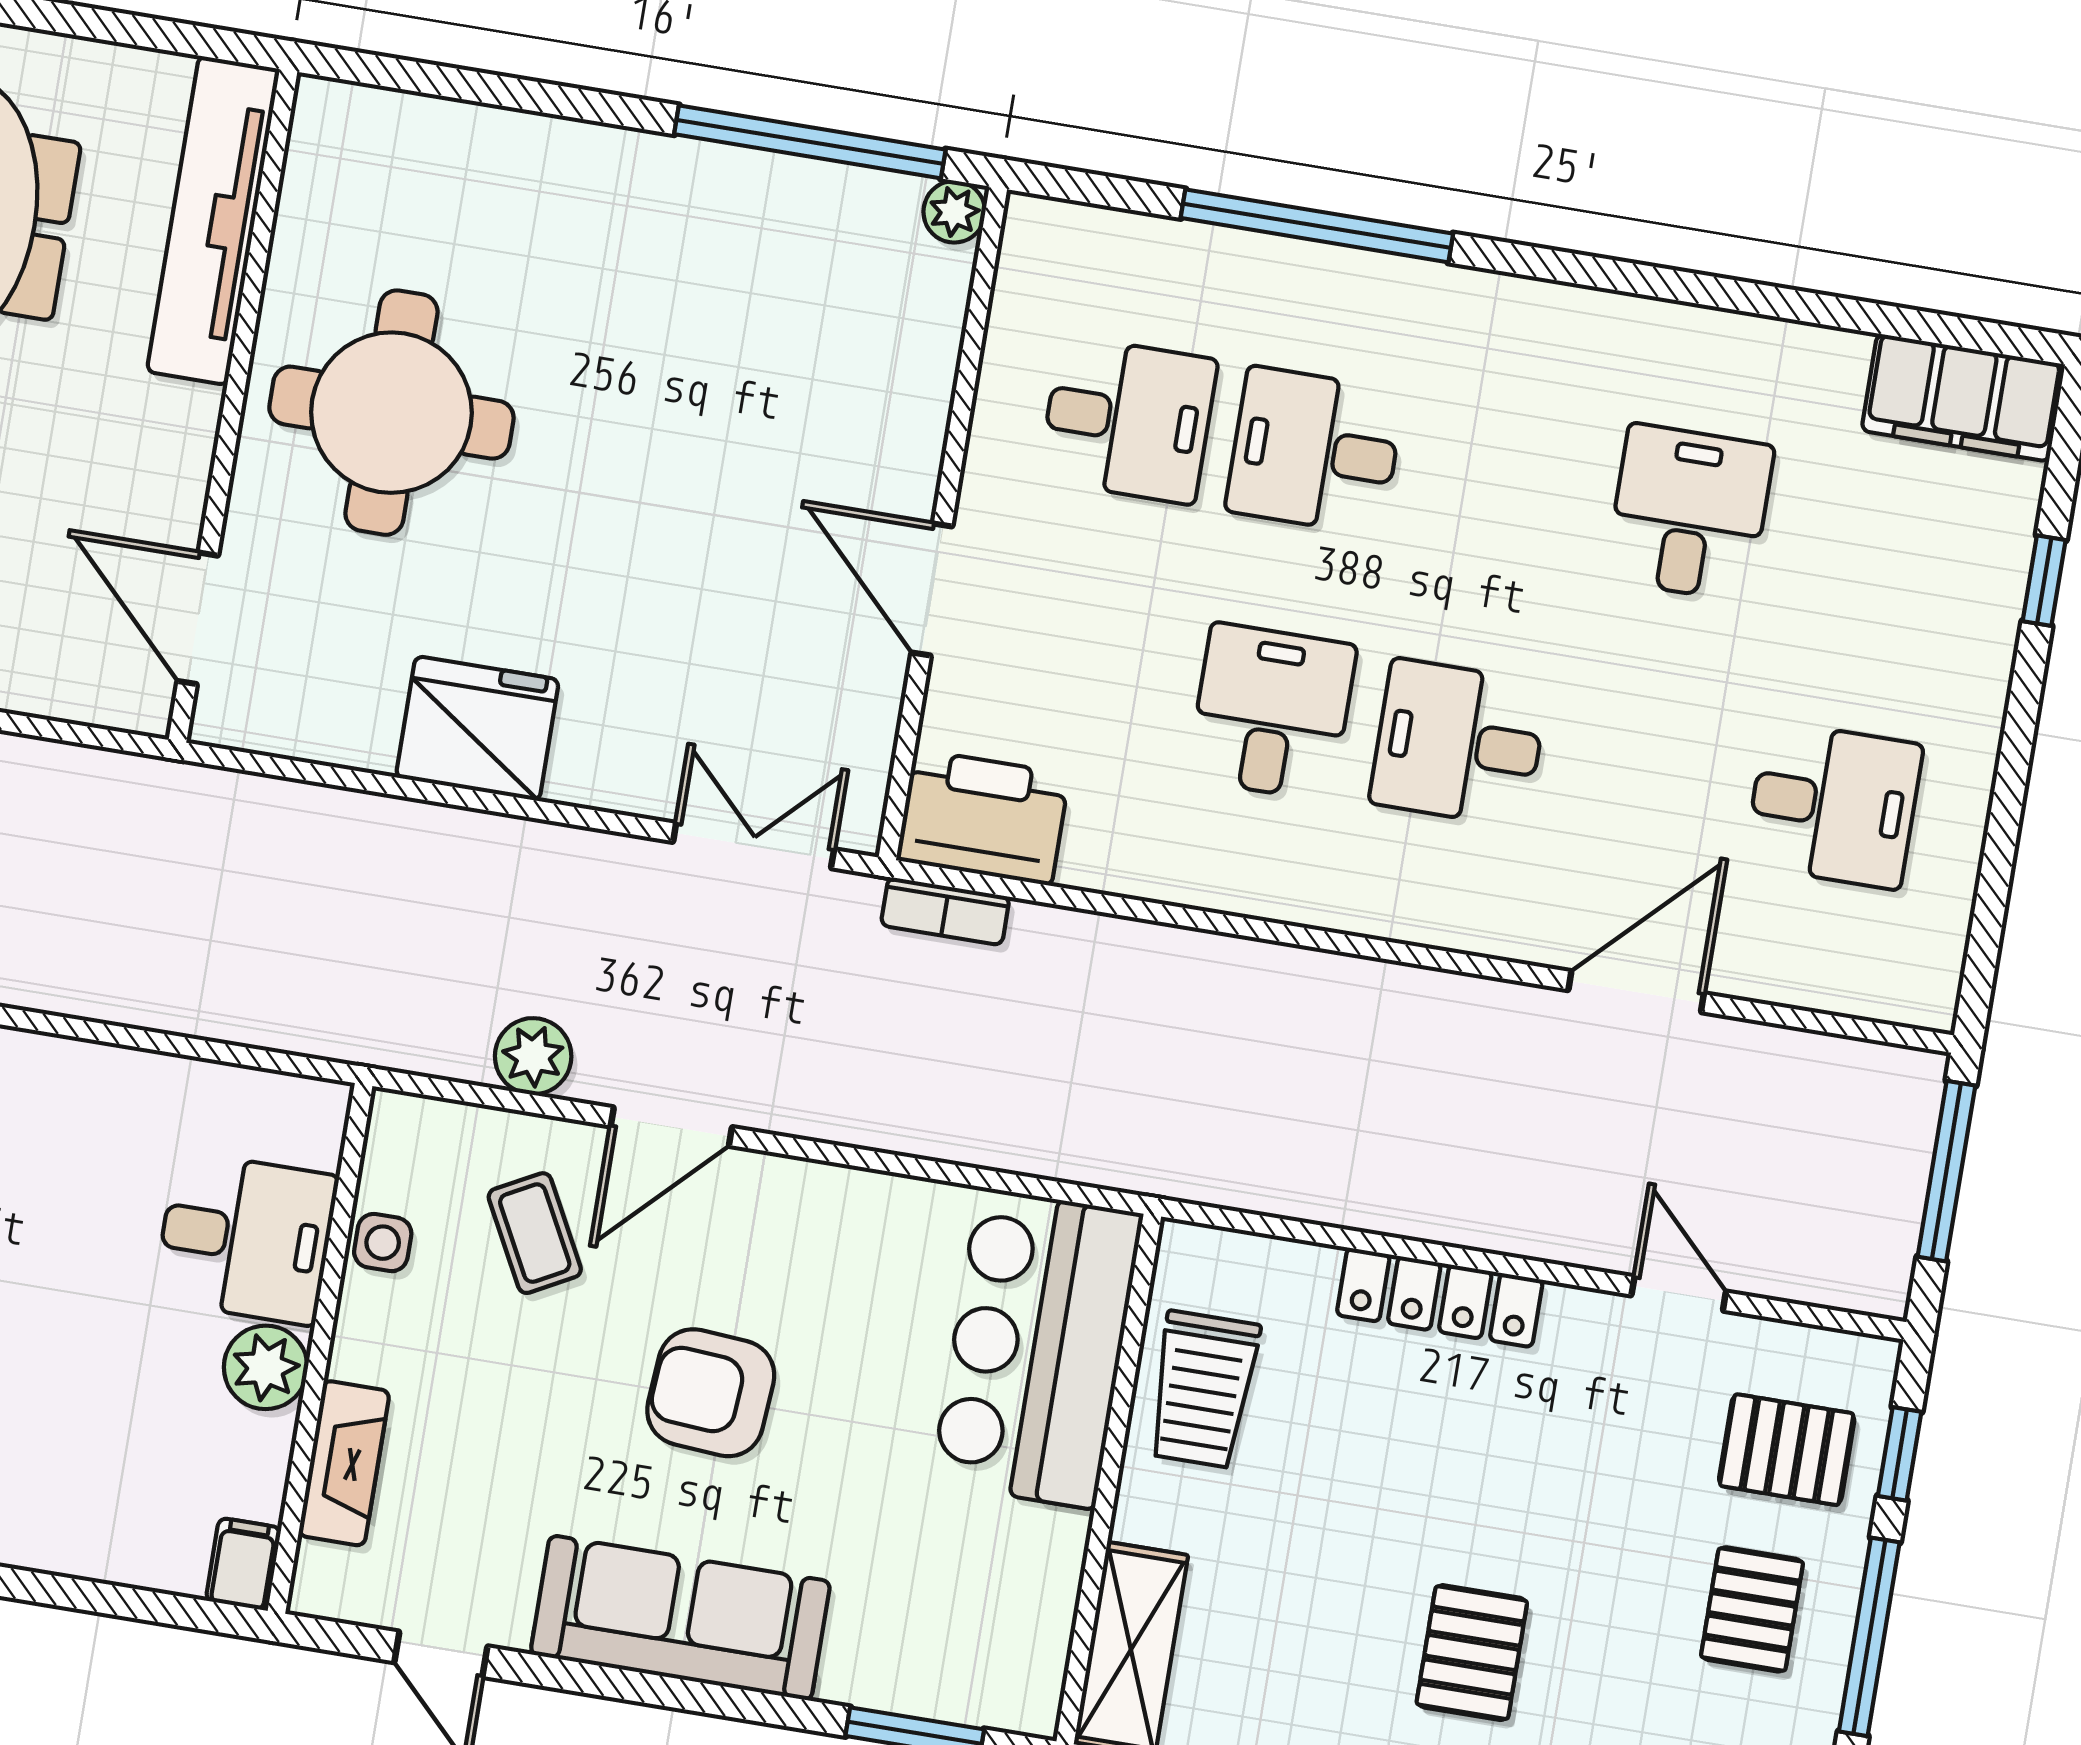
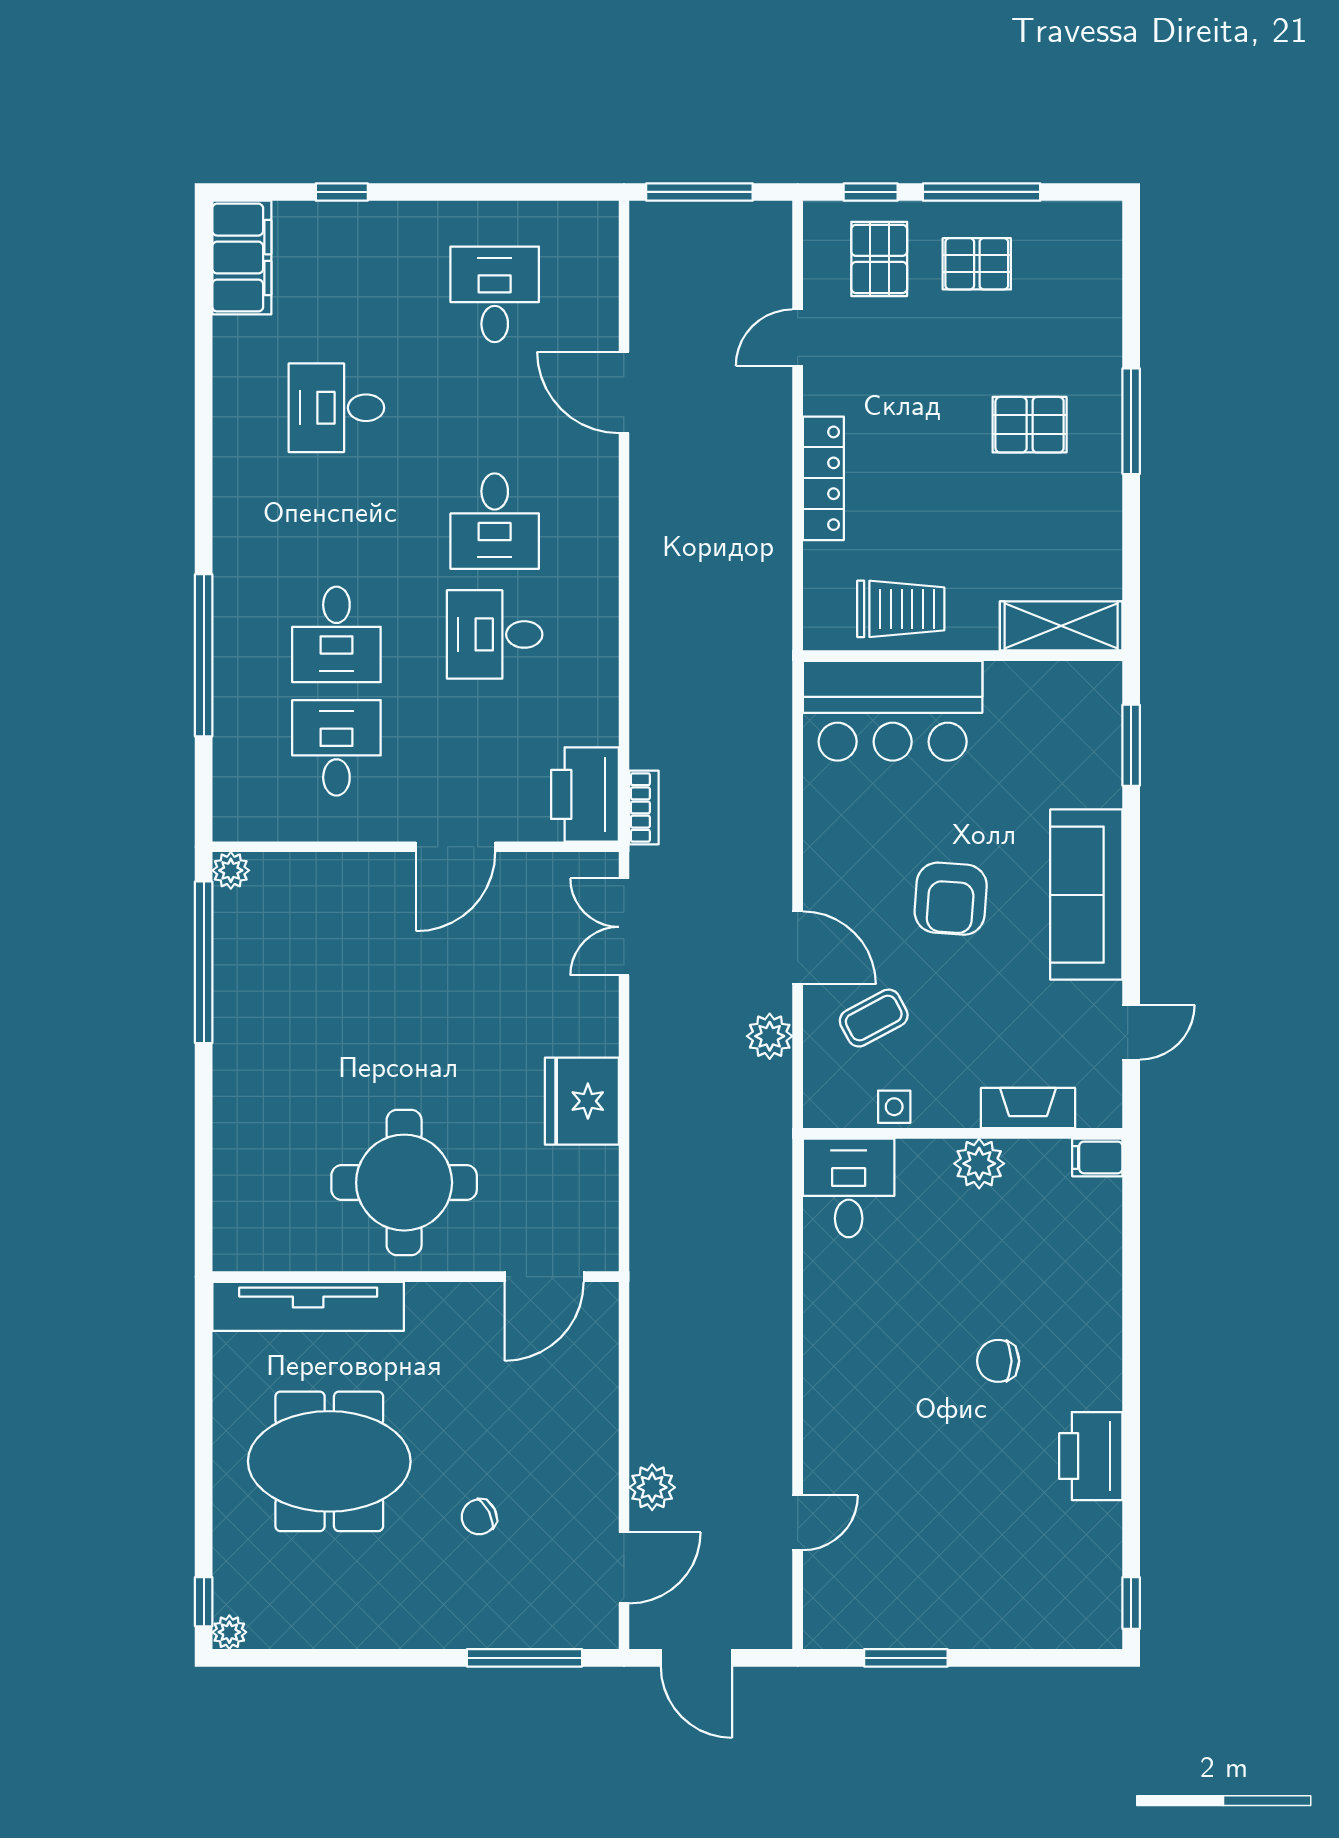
desk: (246, 1238) -> (849, 1188), moved

